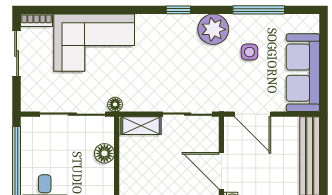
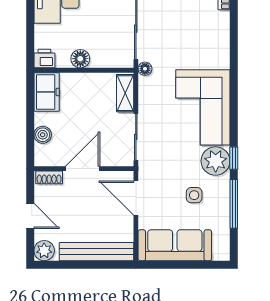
window: (178, 10) -> (234, 158), moved
corner sofa: (94, 43) -> (203, 107), moved
door: (253, 114) -> (136, 198), hinge flipped
floor lamp: (104, 153) -> (80, 59), moved

